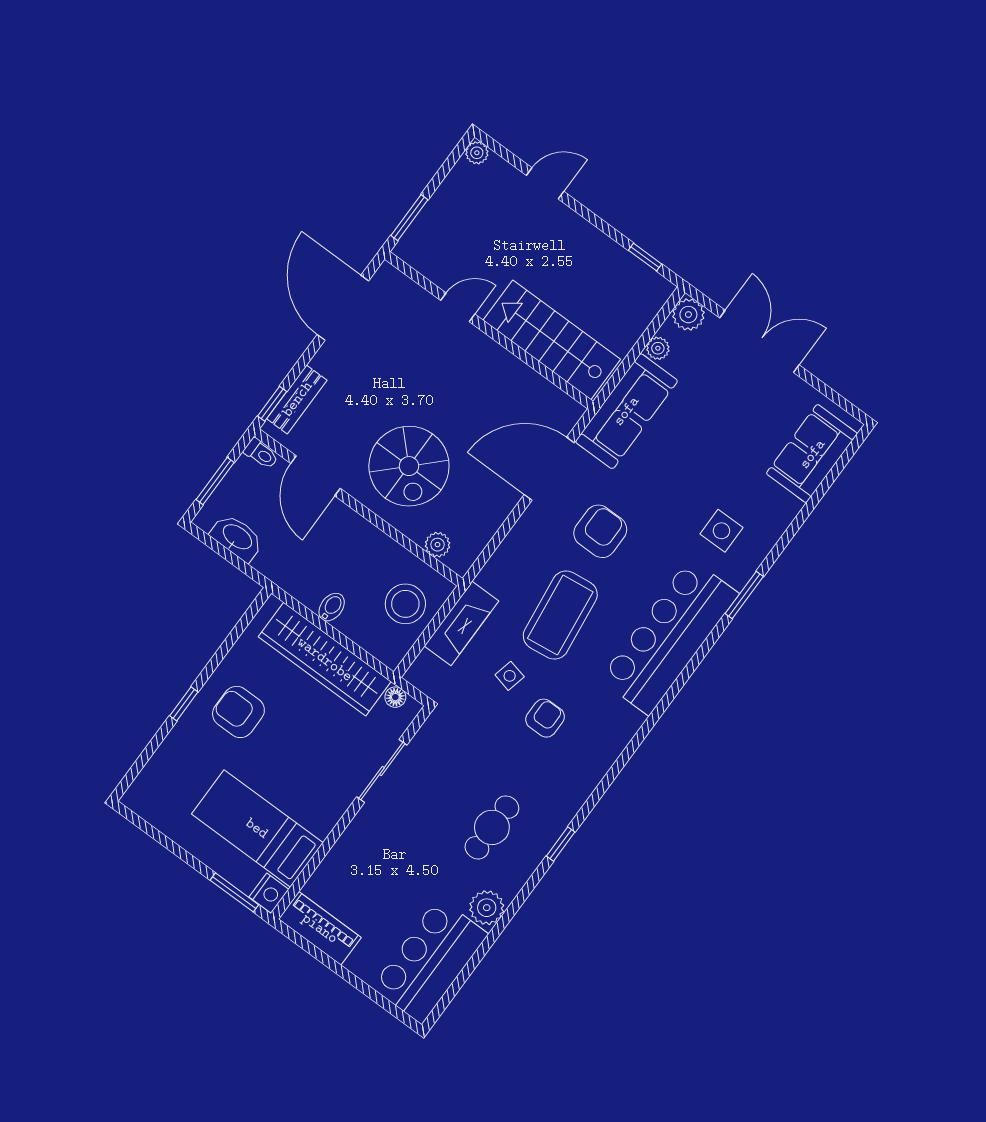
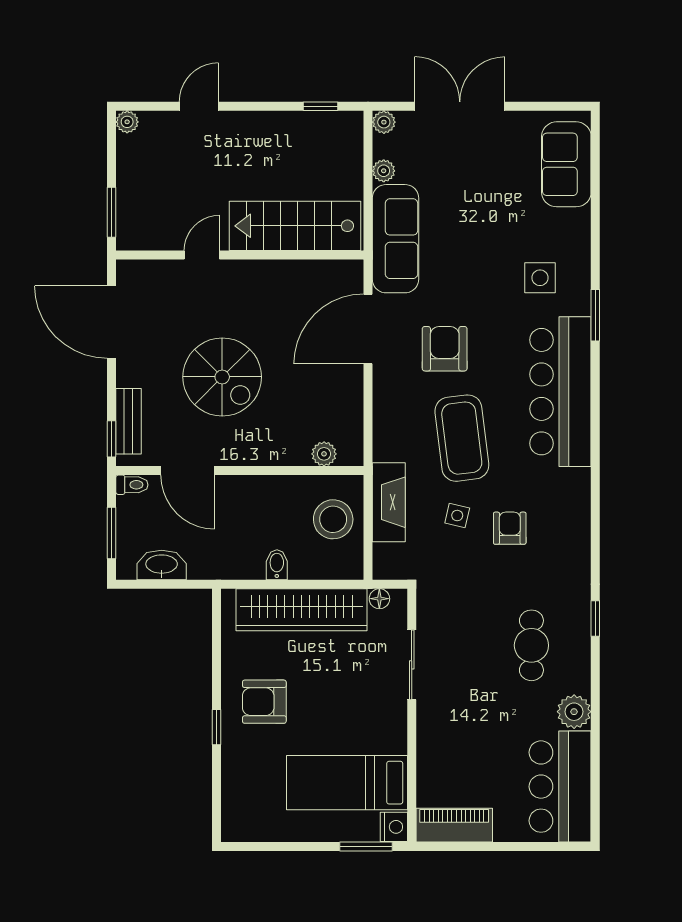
plant: (688, 315) -> (384, 122), width x0.73, depth x0.73
spiral stairs: (409, 466) -> (222, 377), moved

